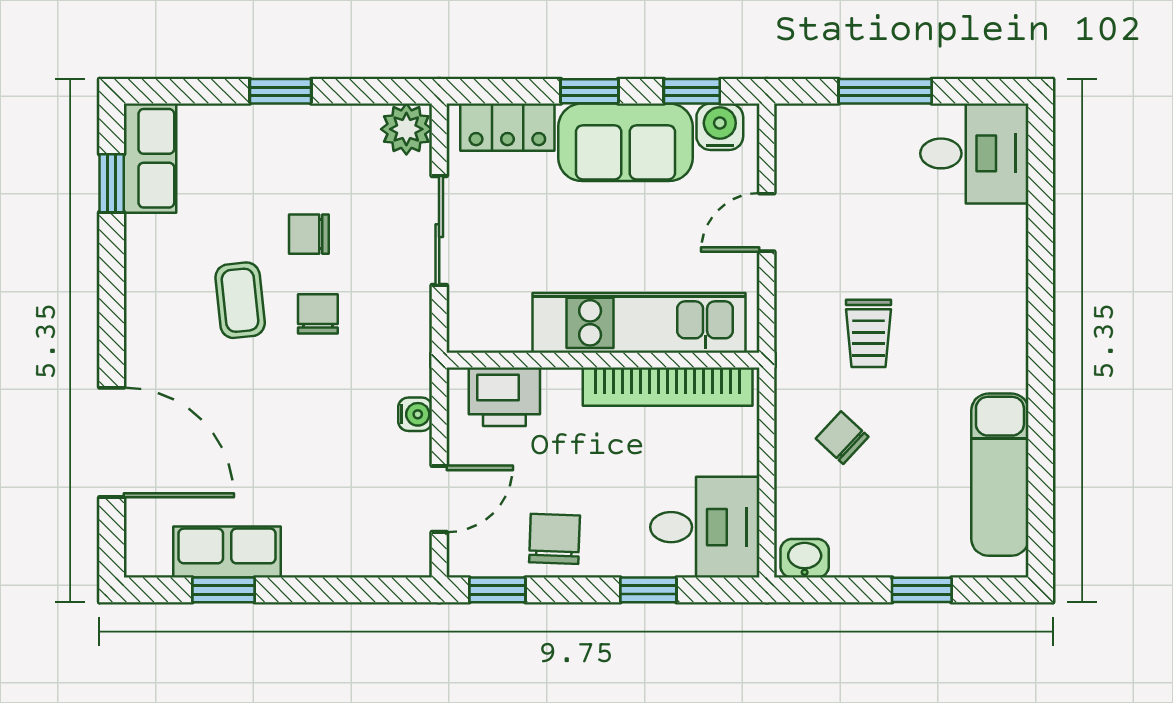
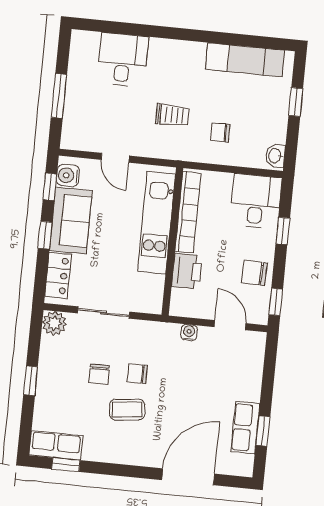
desk: (974, 153) -> (123, 60), moved
printer: (504, 397) -> (187, 271), moved
chair: (842, 438) -> (220, 132), turned 47

